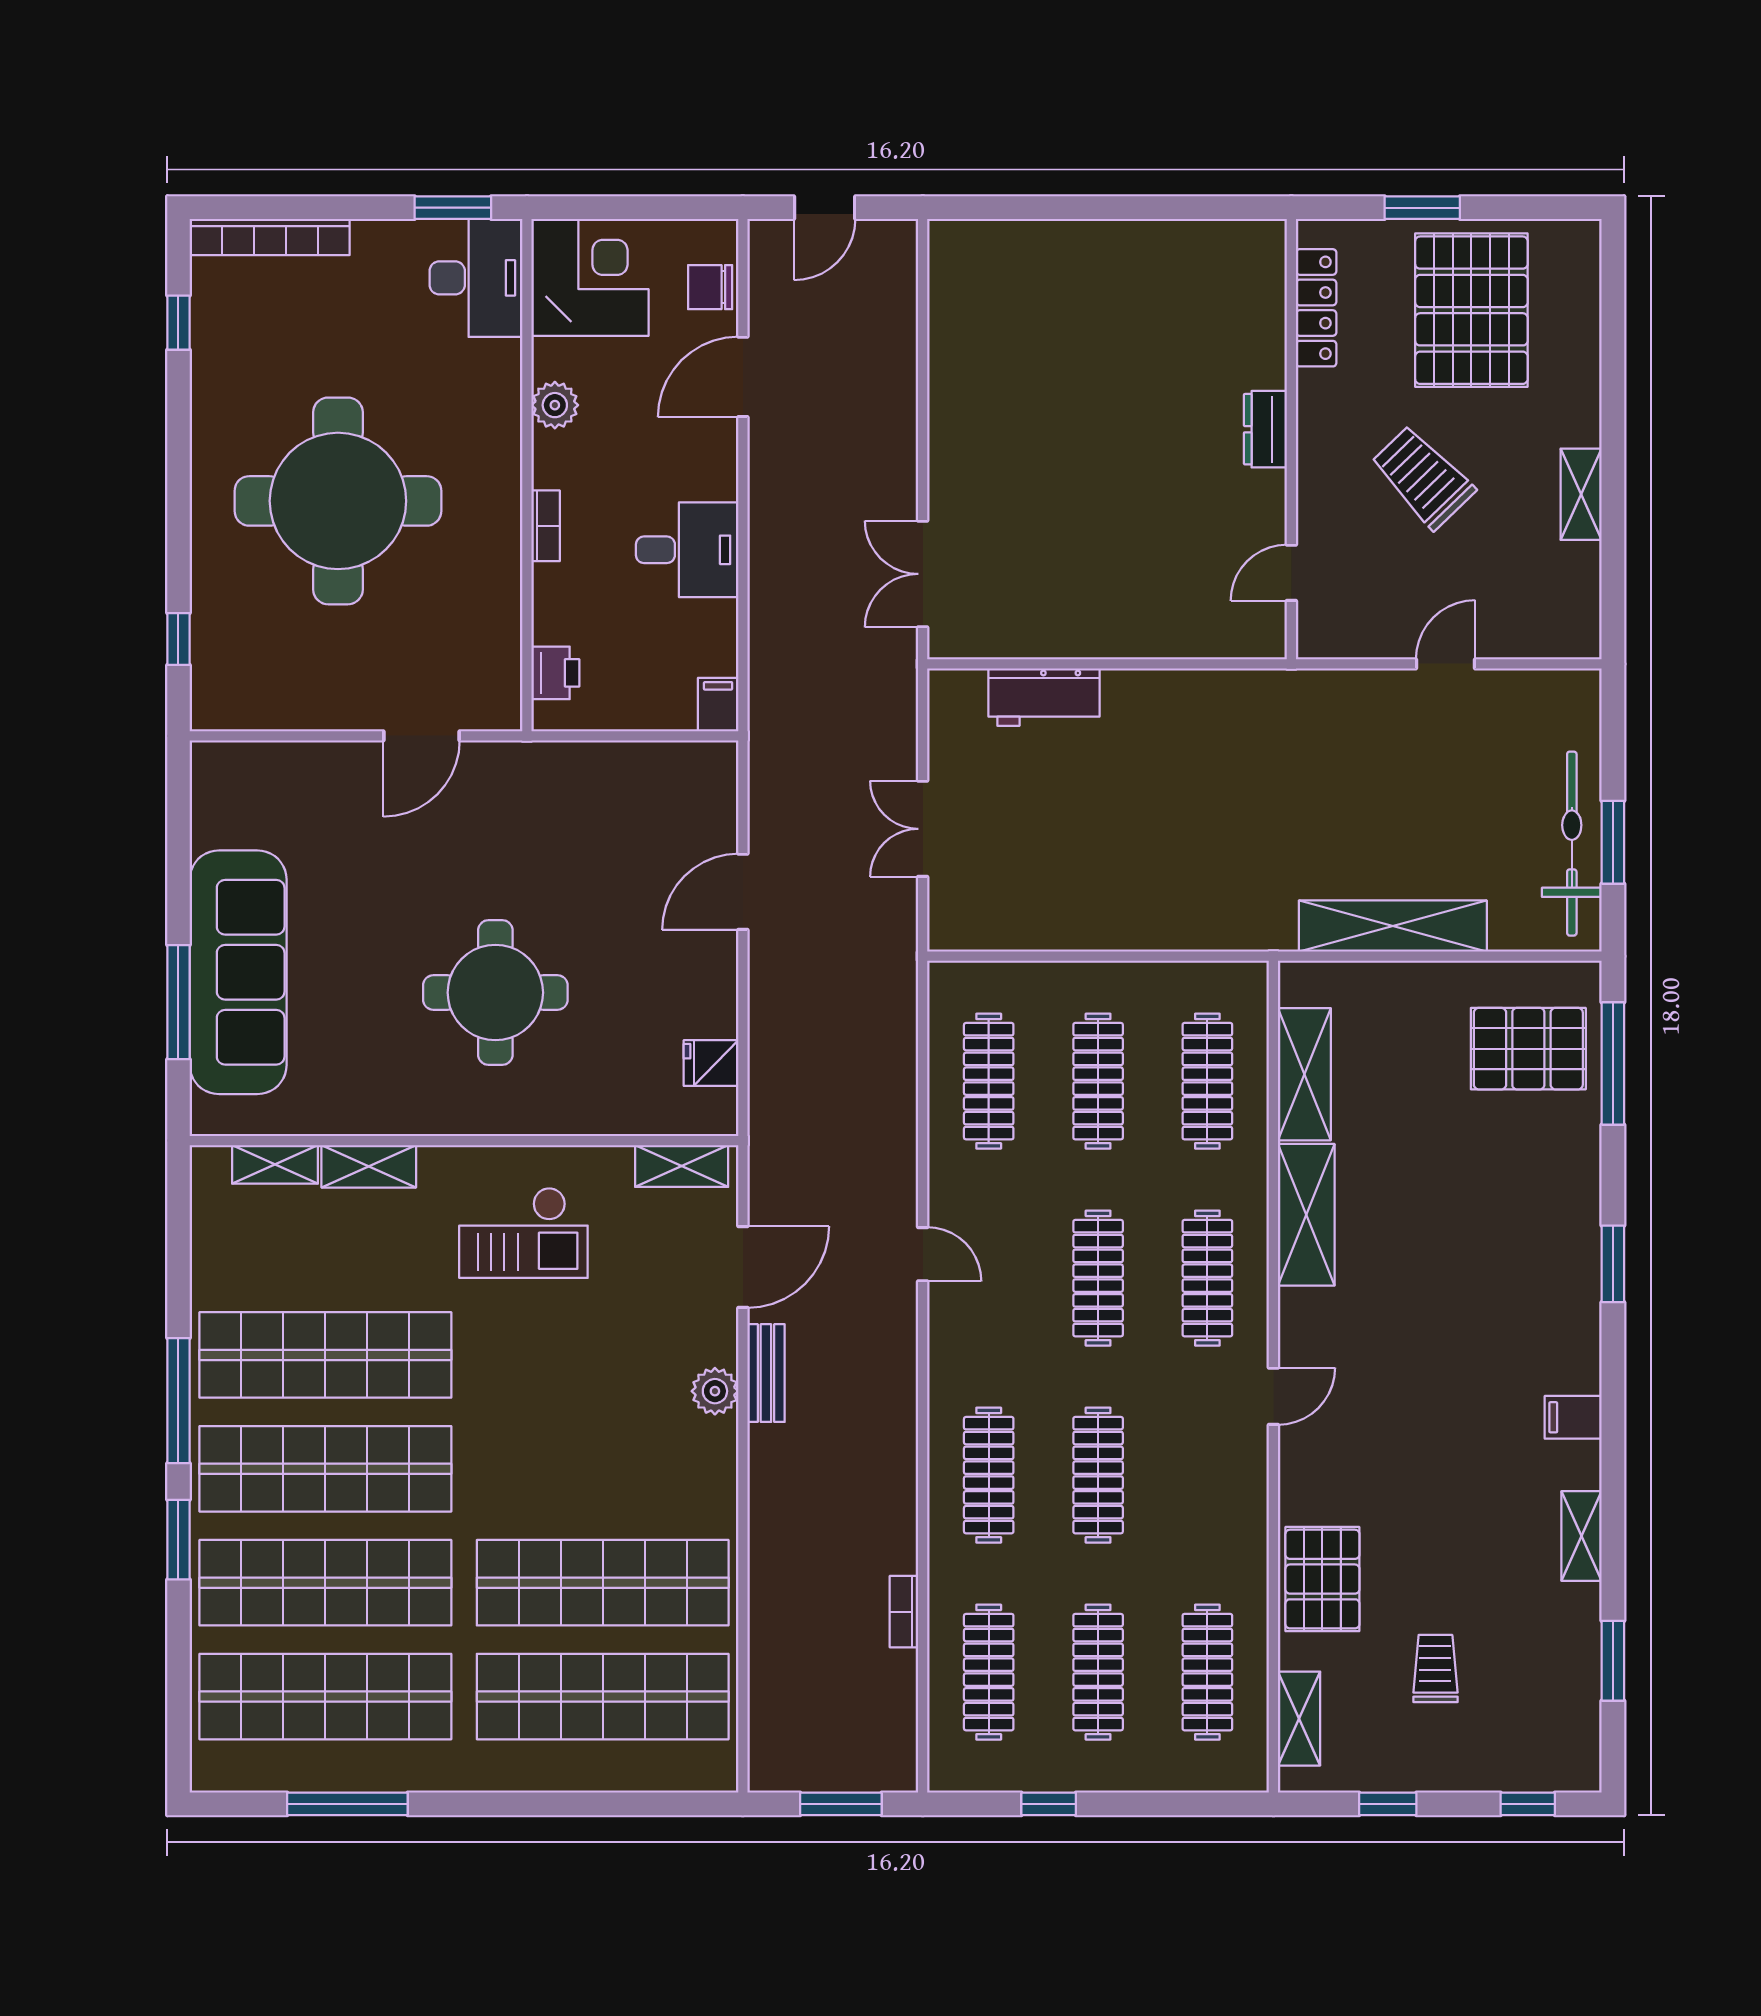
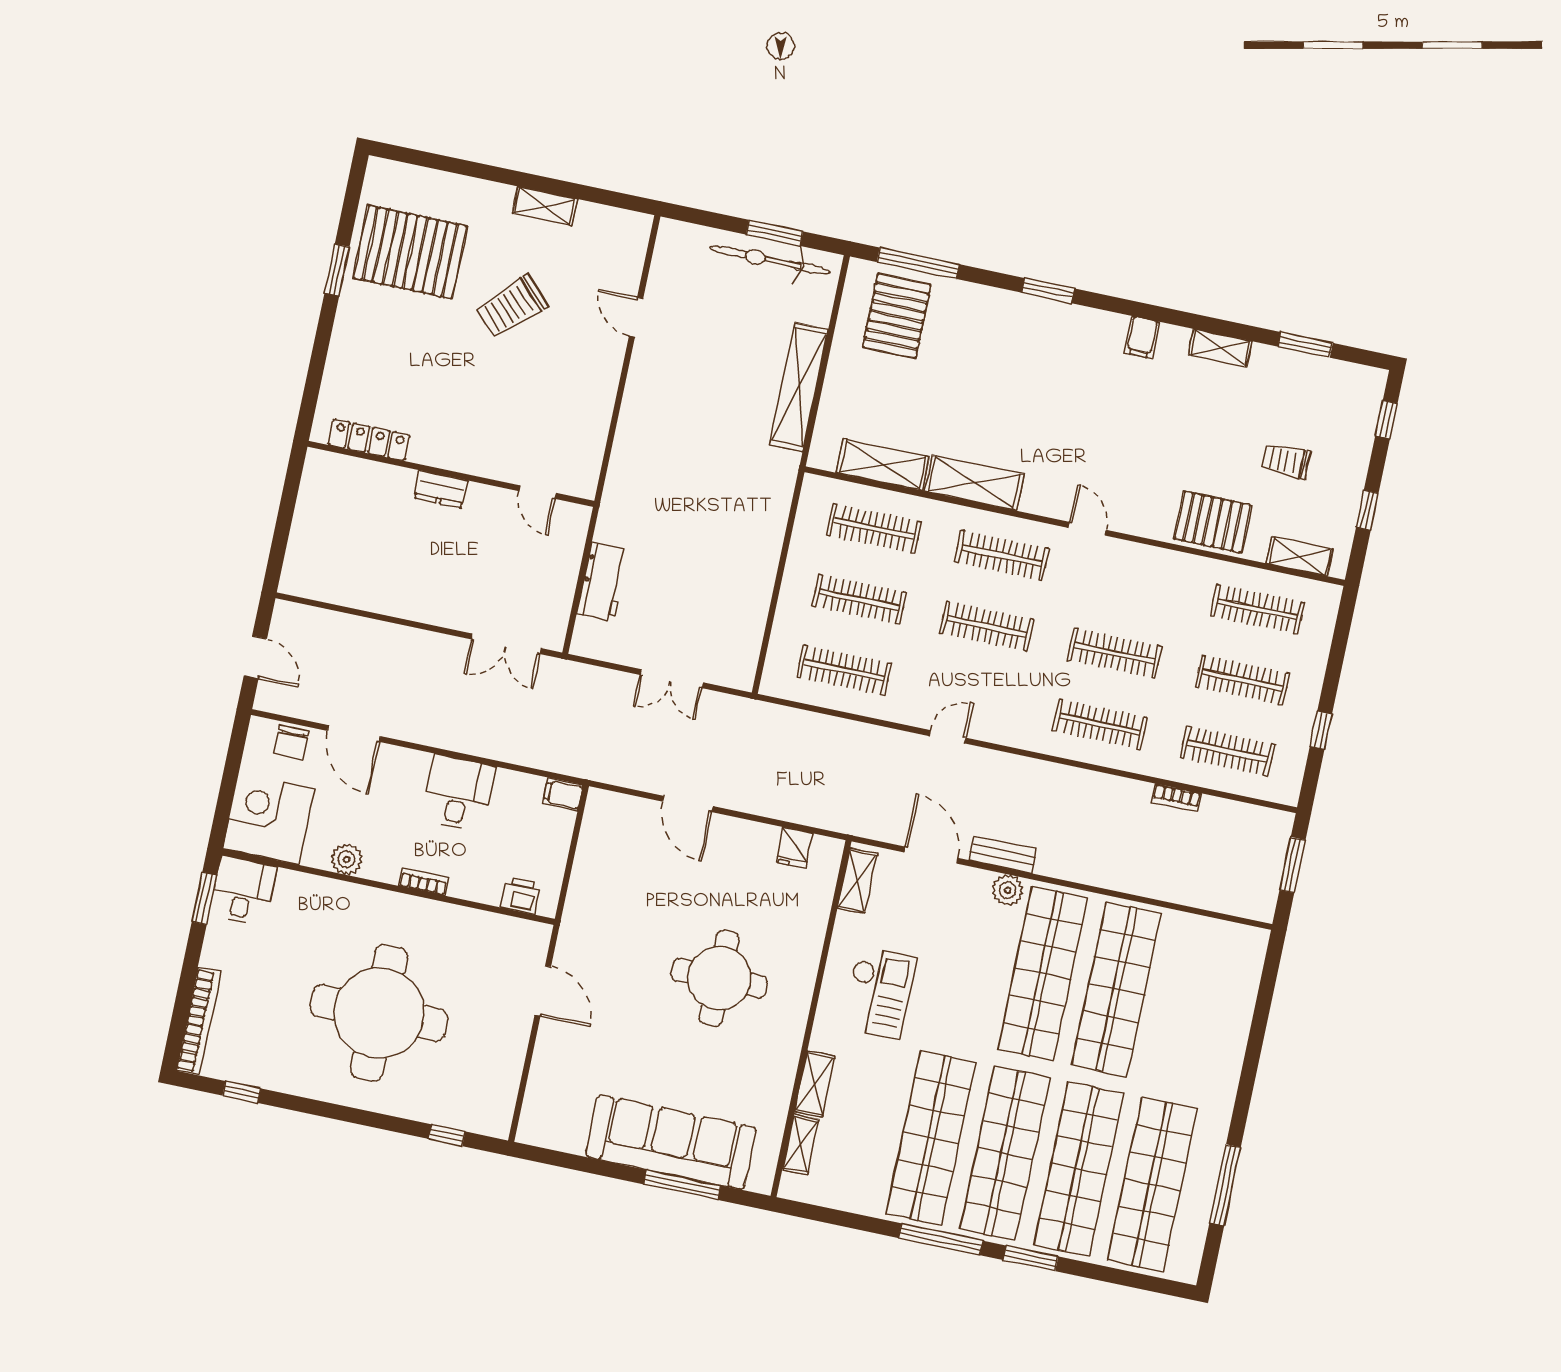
desk: (476, 278) -> (243, 891), width x0.73
locker: (1316, 308) -> (369, 440), moved
dresser: (1265, 429) -> (441, 489), moved
wall: (1291, 439) -> (451, 474), moved
door: (1291, 573) -> (537, 492), moved
shop shelf: (603, 1697) -> (1043, 974), moved

